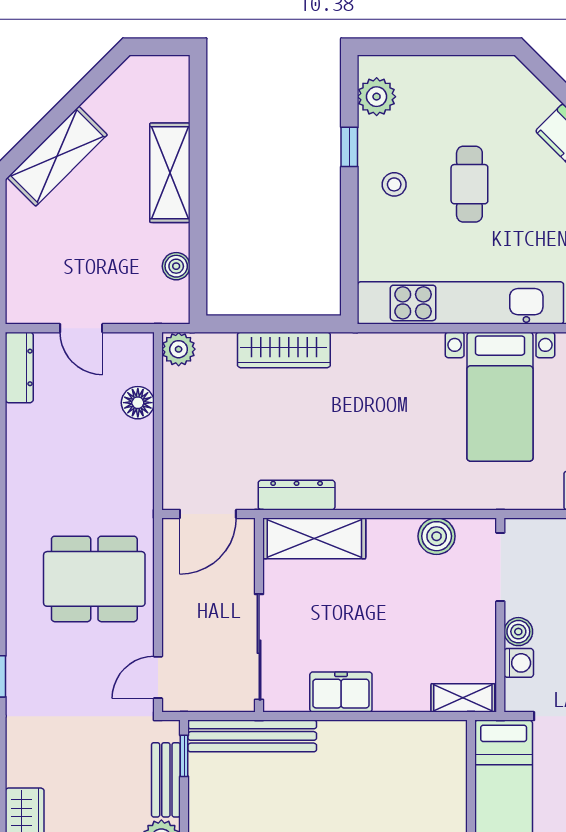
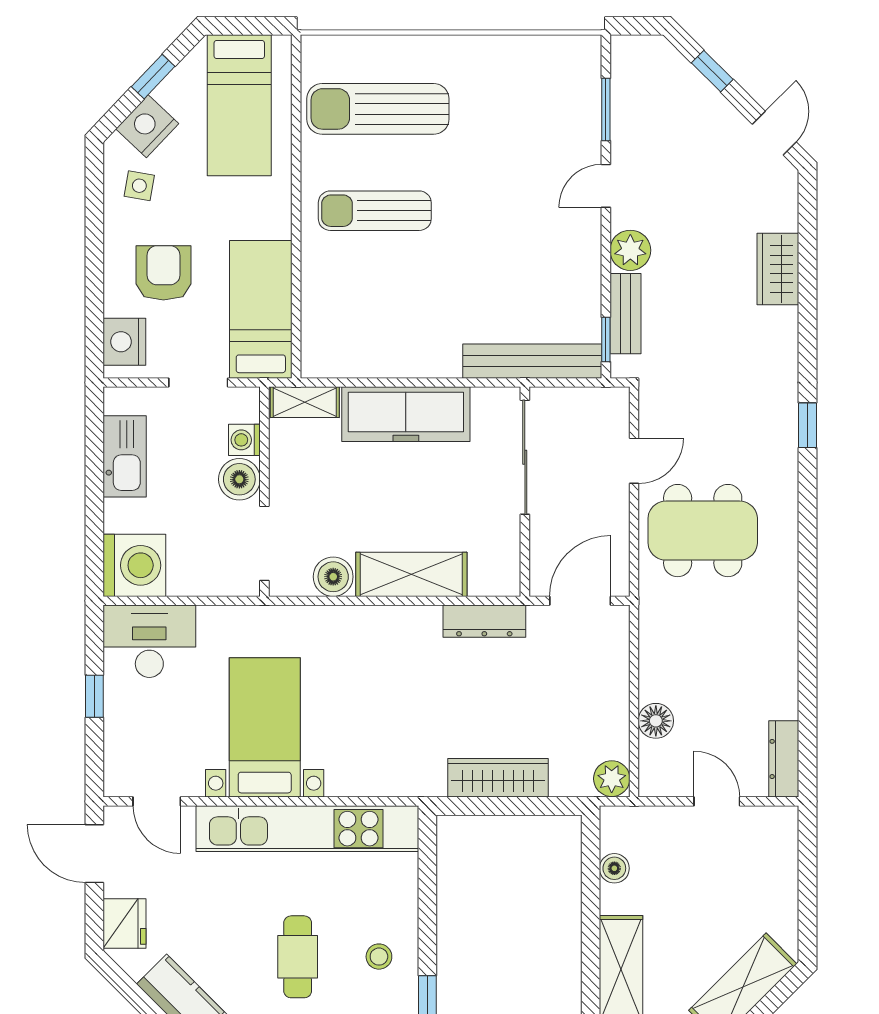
shelving: (314, 538) -> (411, 574), moved
boiler: (518, 632) -> (239, 479), width x1.36, depth x1.36
door: (158, 677) -> (634, 461), moved
freezer: (341, 692) -> (406, 414), width x1.91, depth x1.26

